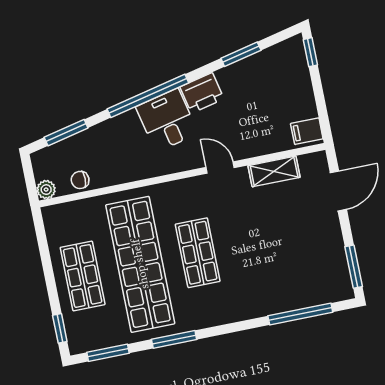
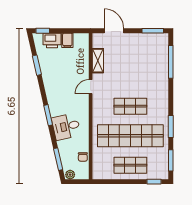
printer: (202, 93) -> (52, 41), moved, turned 103
window: (148, 96) -> (48, 115), width x0.47
desk: (167, 120) -> (66, 126), moved
filing cabinet: (307, 131) -> (67, 40), moved
plant: (46, 190) -> (70, 175), moved

